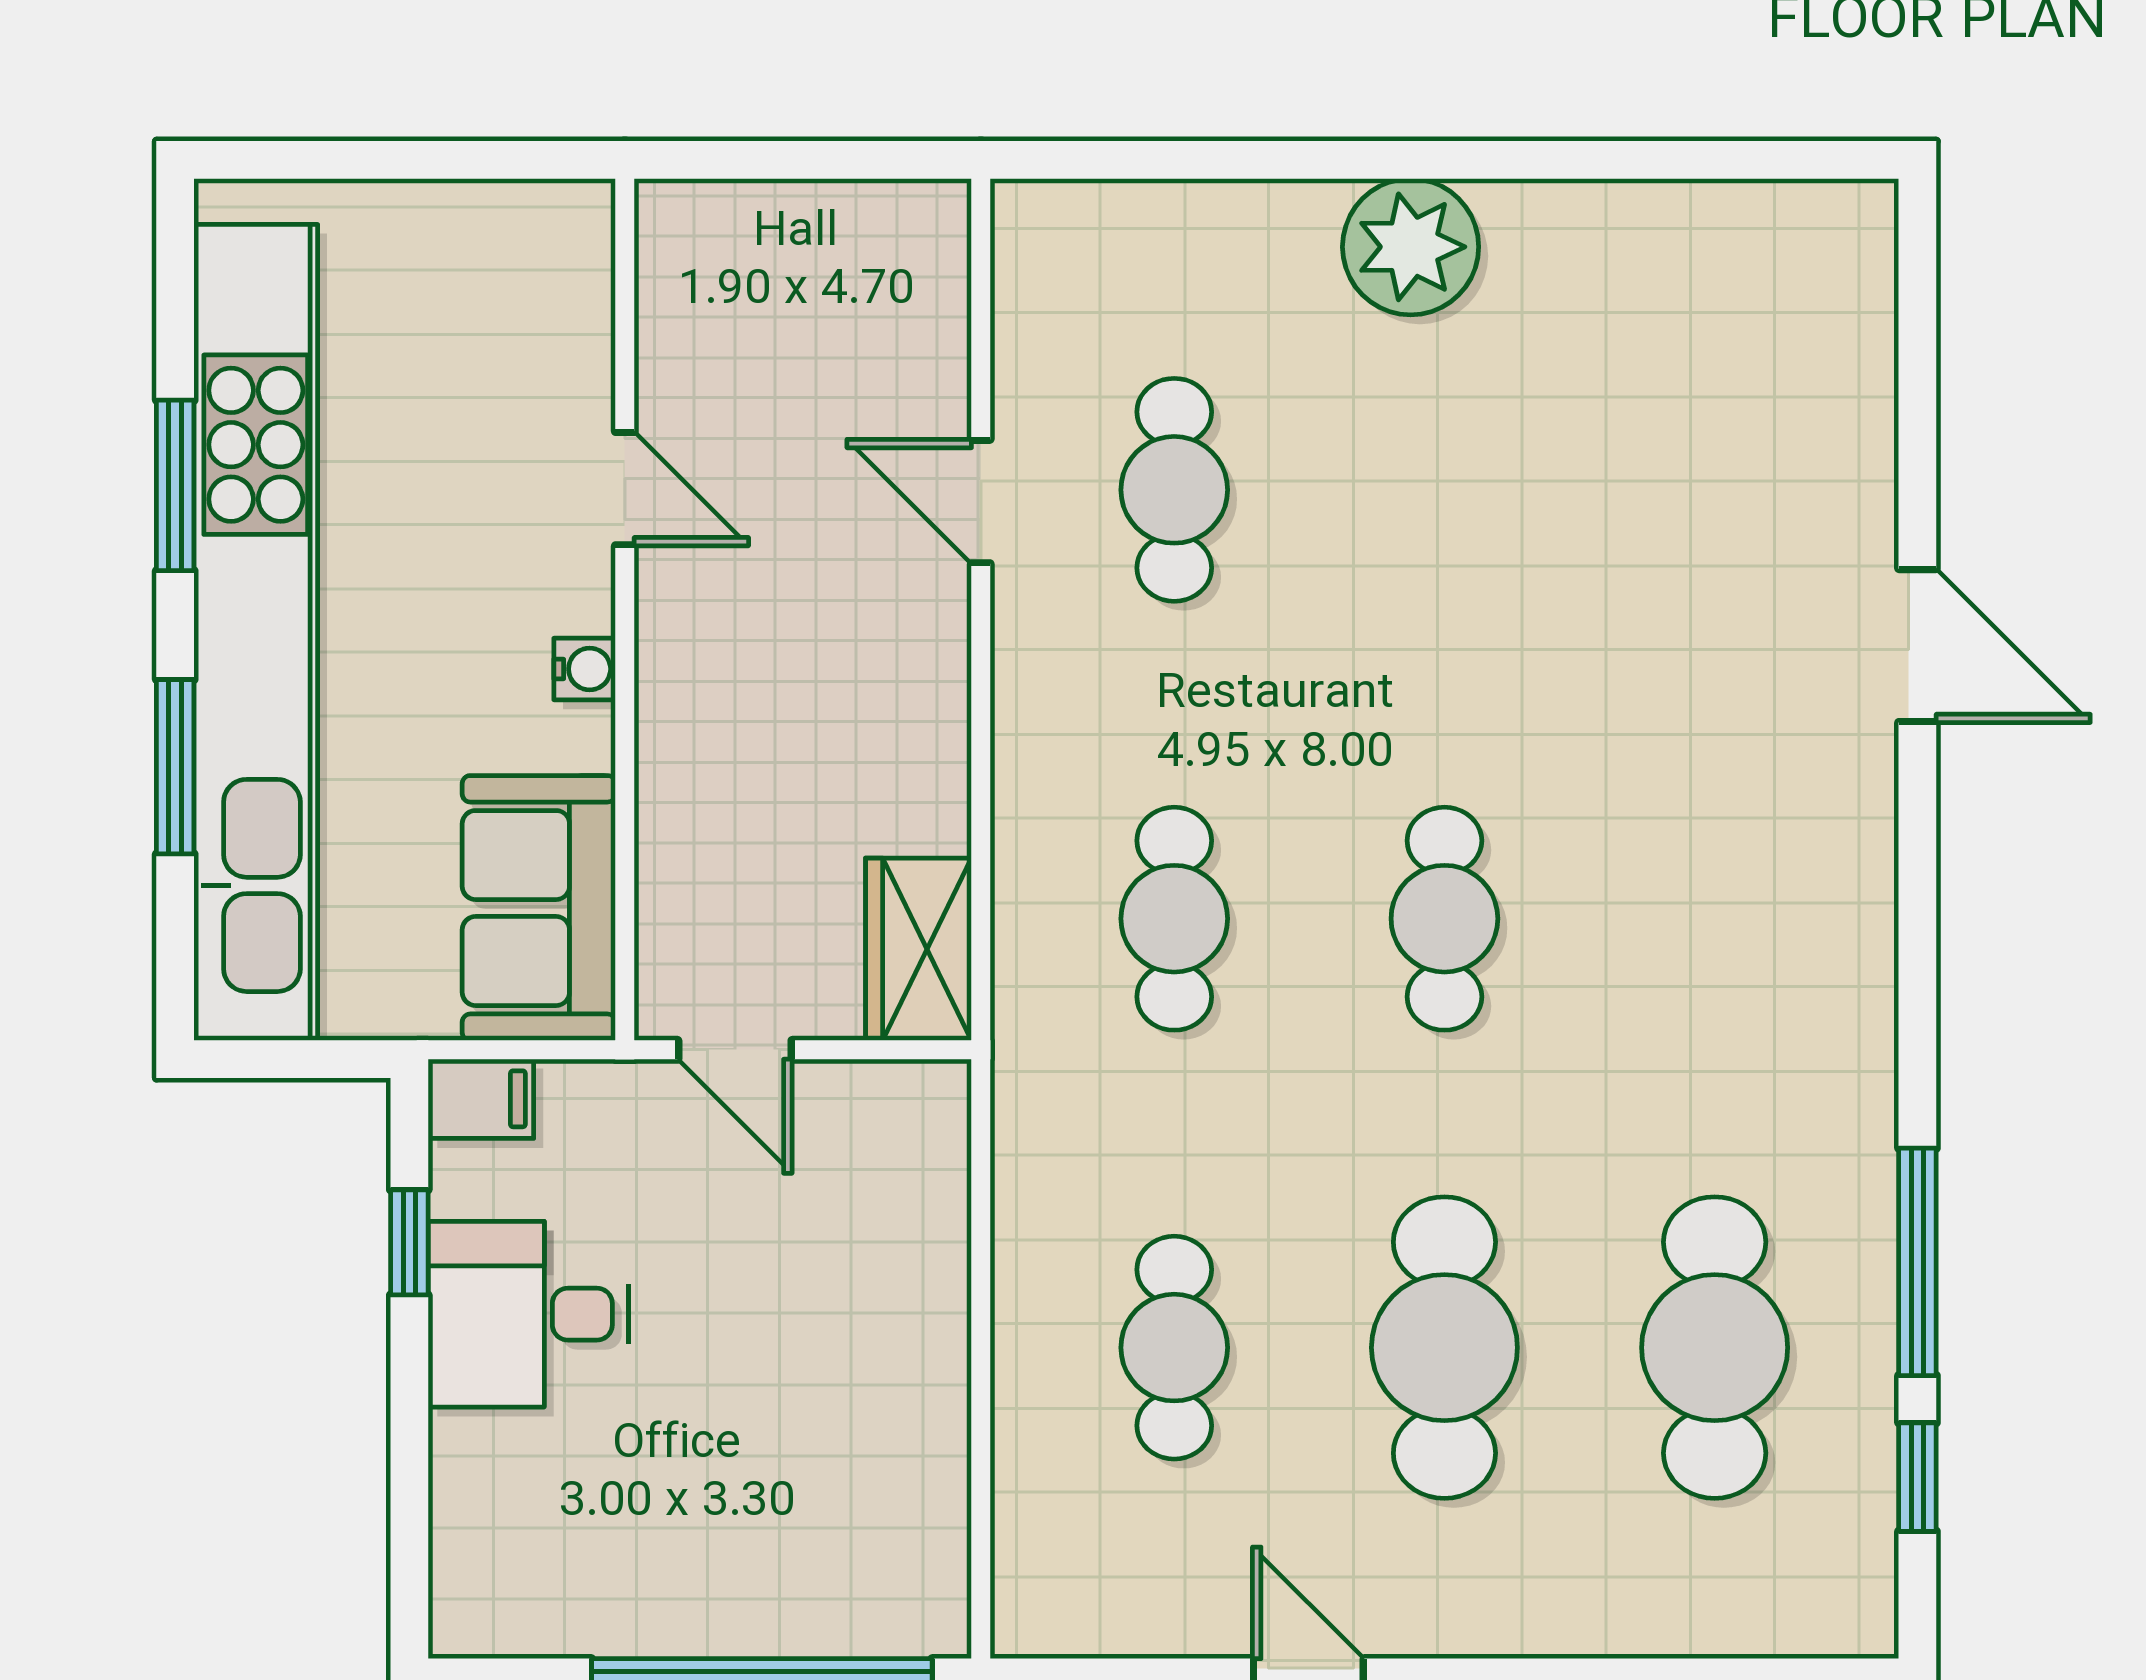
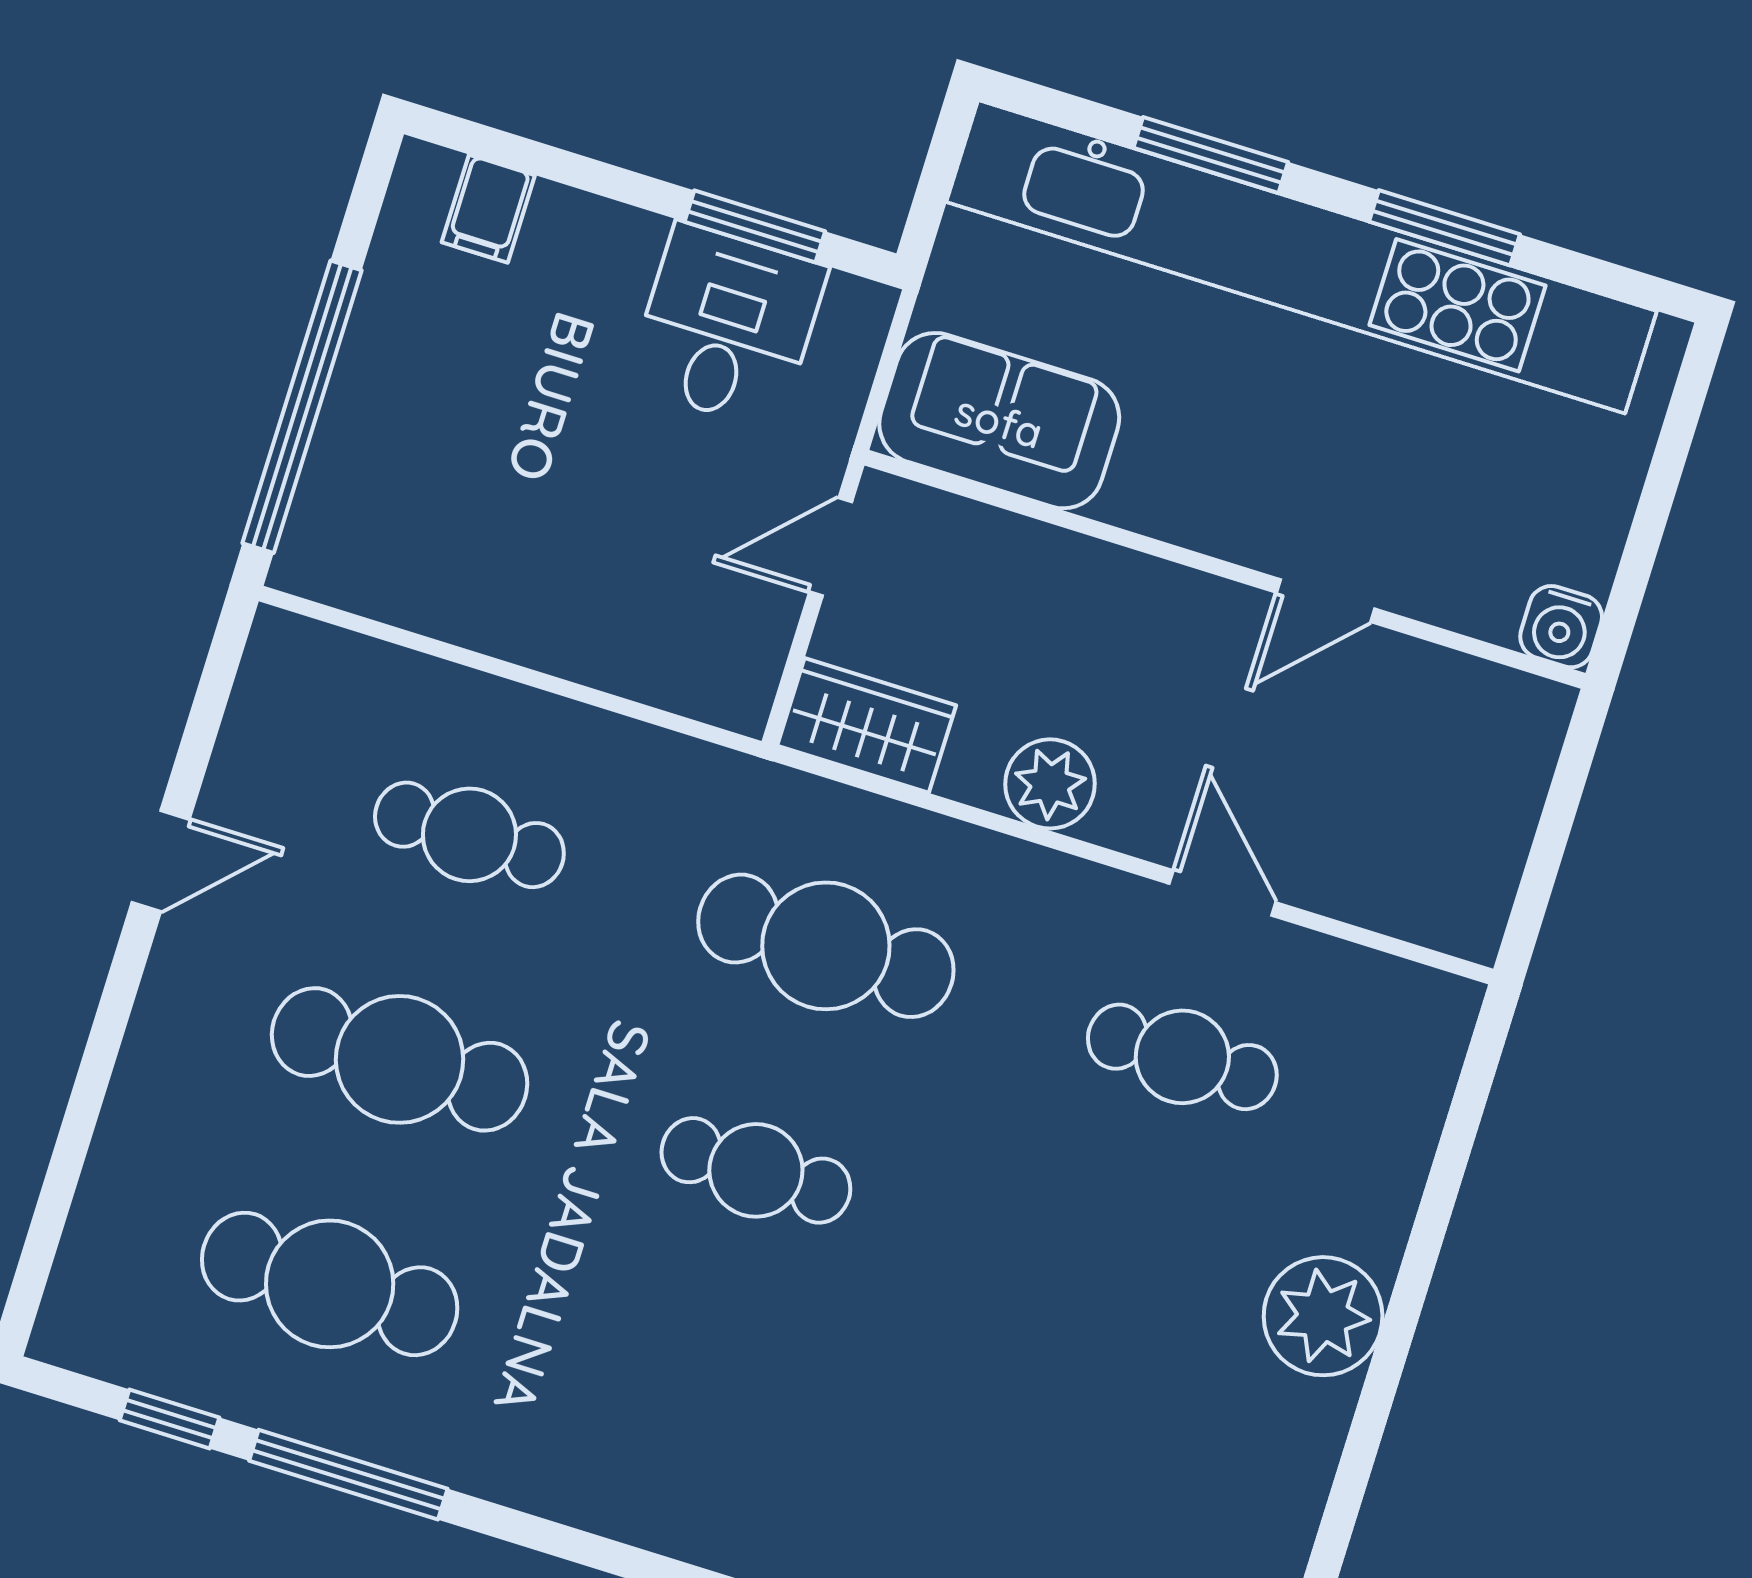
door: (981, 502) -> (1223, 893), hinge flipped
water cooler: (585, 669) -> (1561, 627), moved, width x1.38, depth x1.38
plant: (920, 728) -> (1050, 784), added
cafe table: (1174, 919) -> (826, 946), width x1.37, depth x1.35
filing cabinet: (481, 1099) -> (488, 209), moved
window: (409, 1242) -> (755, 226), width x1.50
desk: (528, 1314) -> (727, 326), moved

